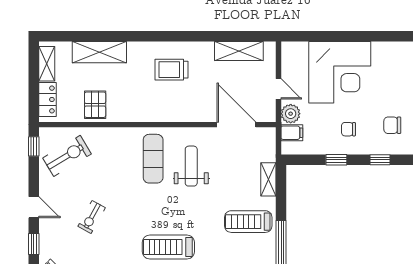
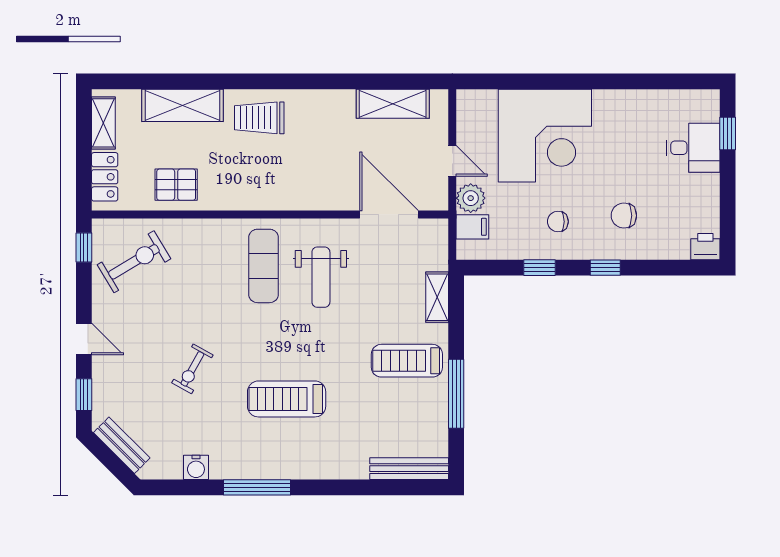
trolley: (172, 70) -> (259, 118), moved
pallet: (95, 105) -> (176, 185), turned 90
weight bench: (191, 166) -> (321, 277), turned 180
exercise bike: (92, 217) -> (192, 369), moved

